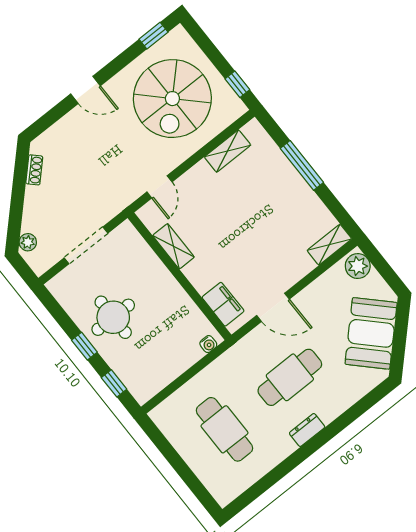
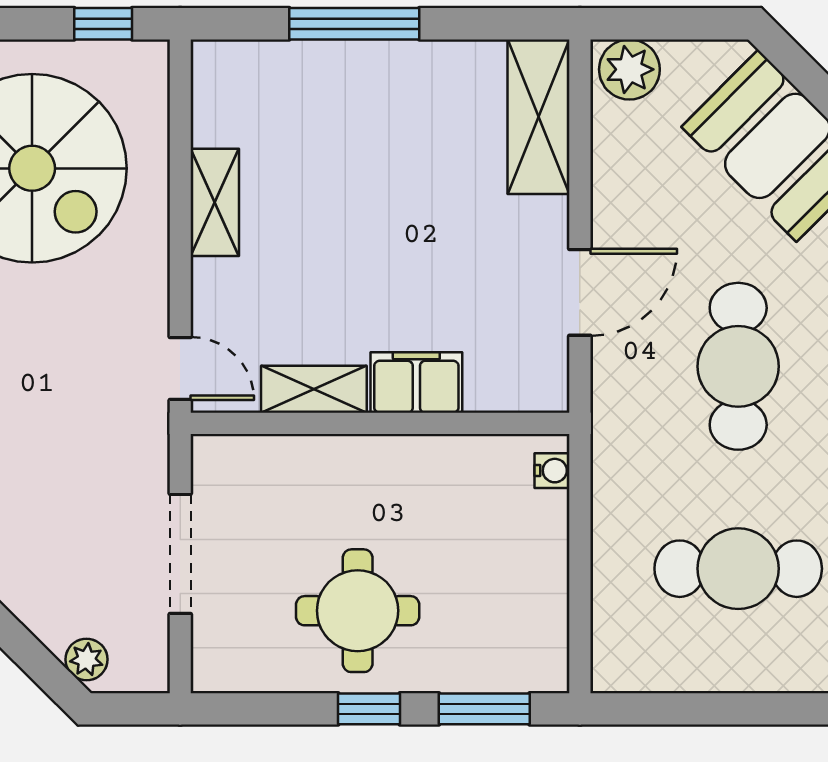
shelving: (228, 151) -> (215, 202), moved
door: (159, 187) -> (180, 368), moved
shelving: (329, 245) -> (539, 117), width x1.50, depth x1.33
filing cabinet: (223, 304) -> (416, 383), moved
window: (114, 383) -> (484, 709), width x1.50

